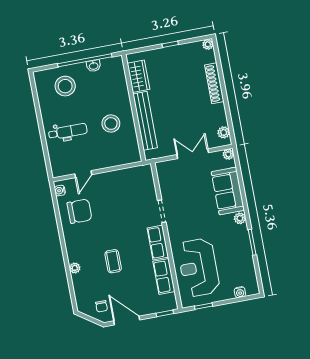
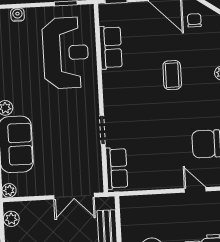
double door: (193, 154) -> (74, 196), moved
door: (83, 174) -> (195, 190), hinge flipped
row of seats: (158, 242) -> (117, 168), moved

